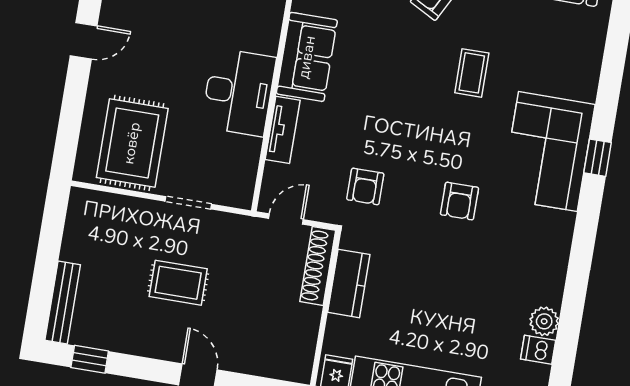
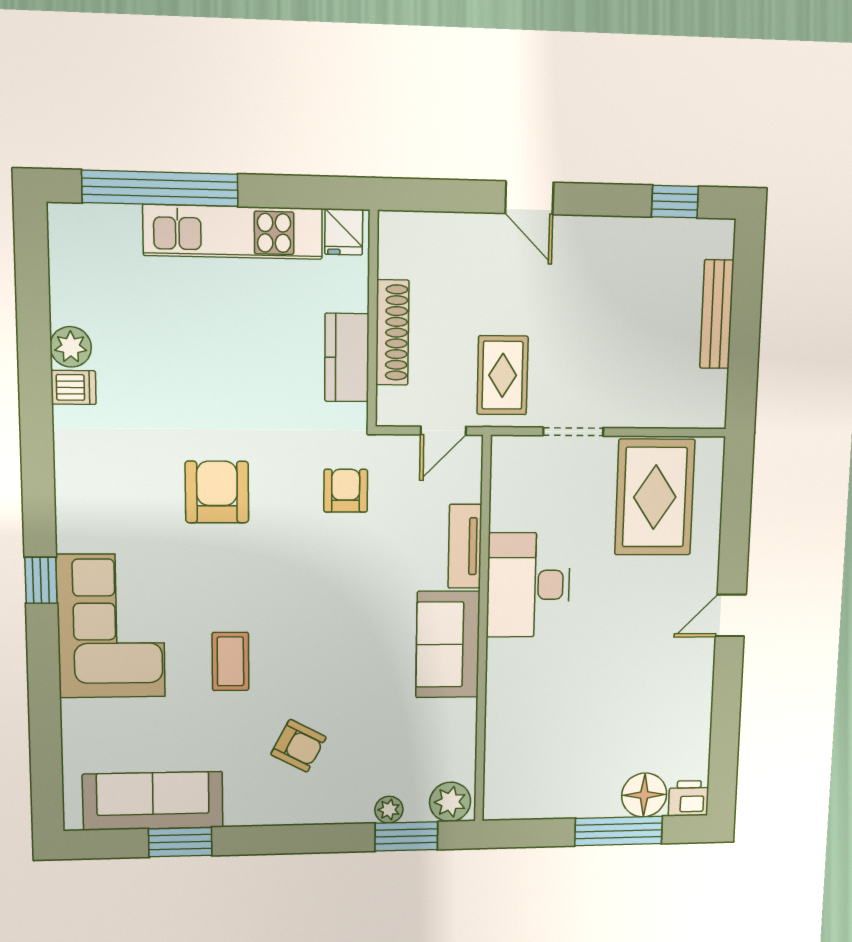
corner sofa: (548, 152) -> (111, 626), moved
armchair: (459, 201) -> (217, 492), width x1.38, depth x1.38
shoe rack: (318, 266) -> (392, 333), moved
rug: (178, 283) -> (503, 375), moved, turned 90
bench: (63, 303) -> (717, 314), moved
dishwasher: (538, 350) -> (73, 387), moved

